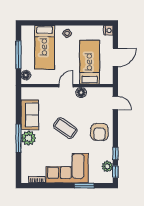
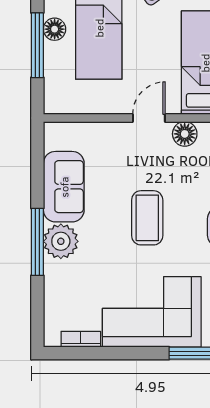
floor lamp: (26, 75) -> (55, 29), moved
coffee table: (65, 128) -> (147, 218), turned 55

